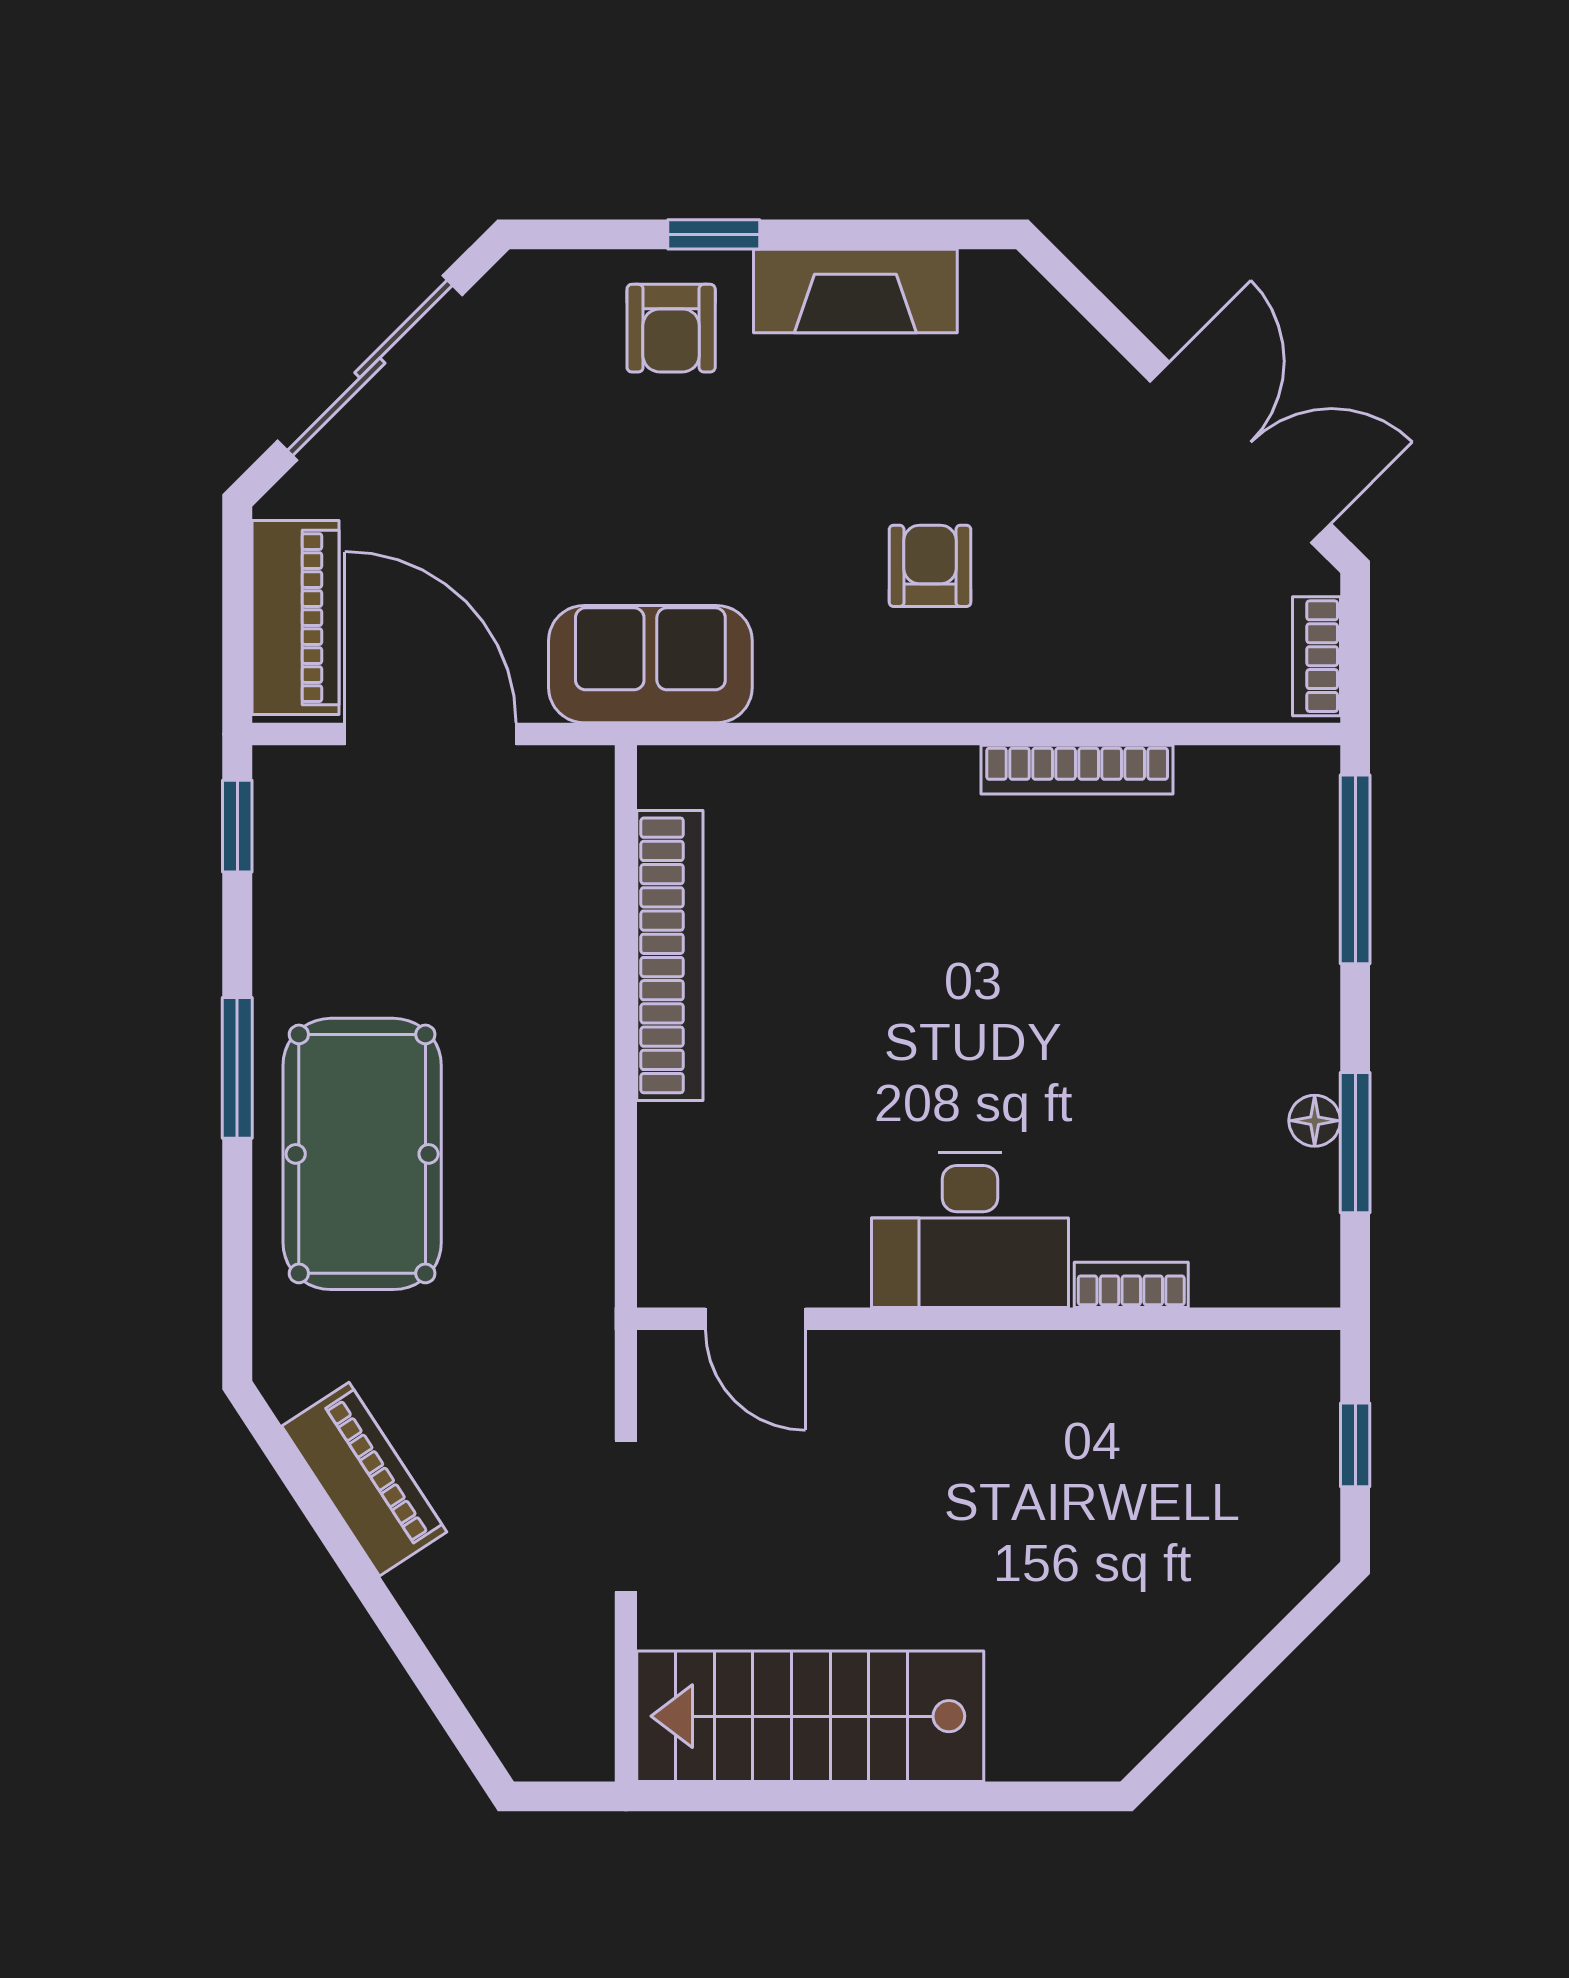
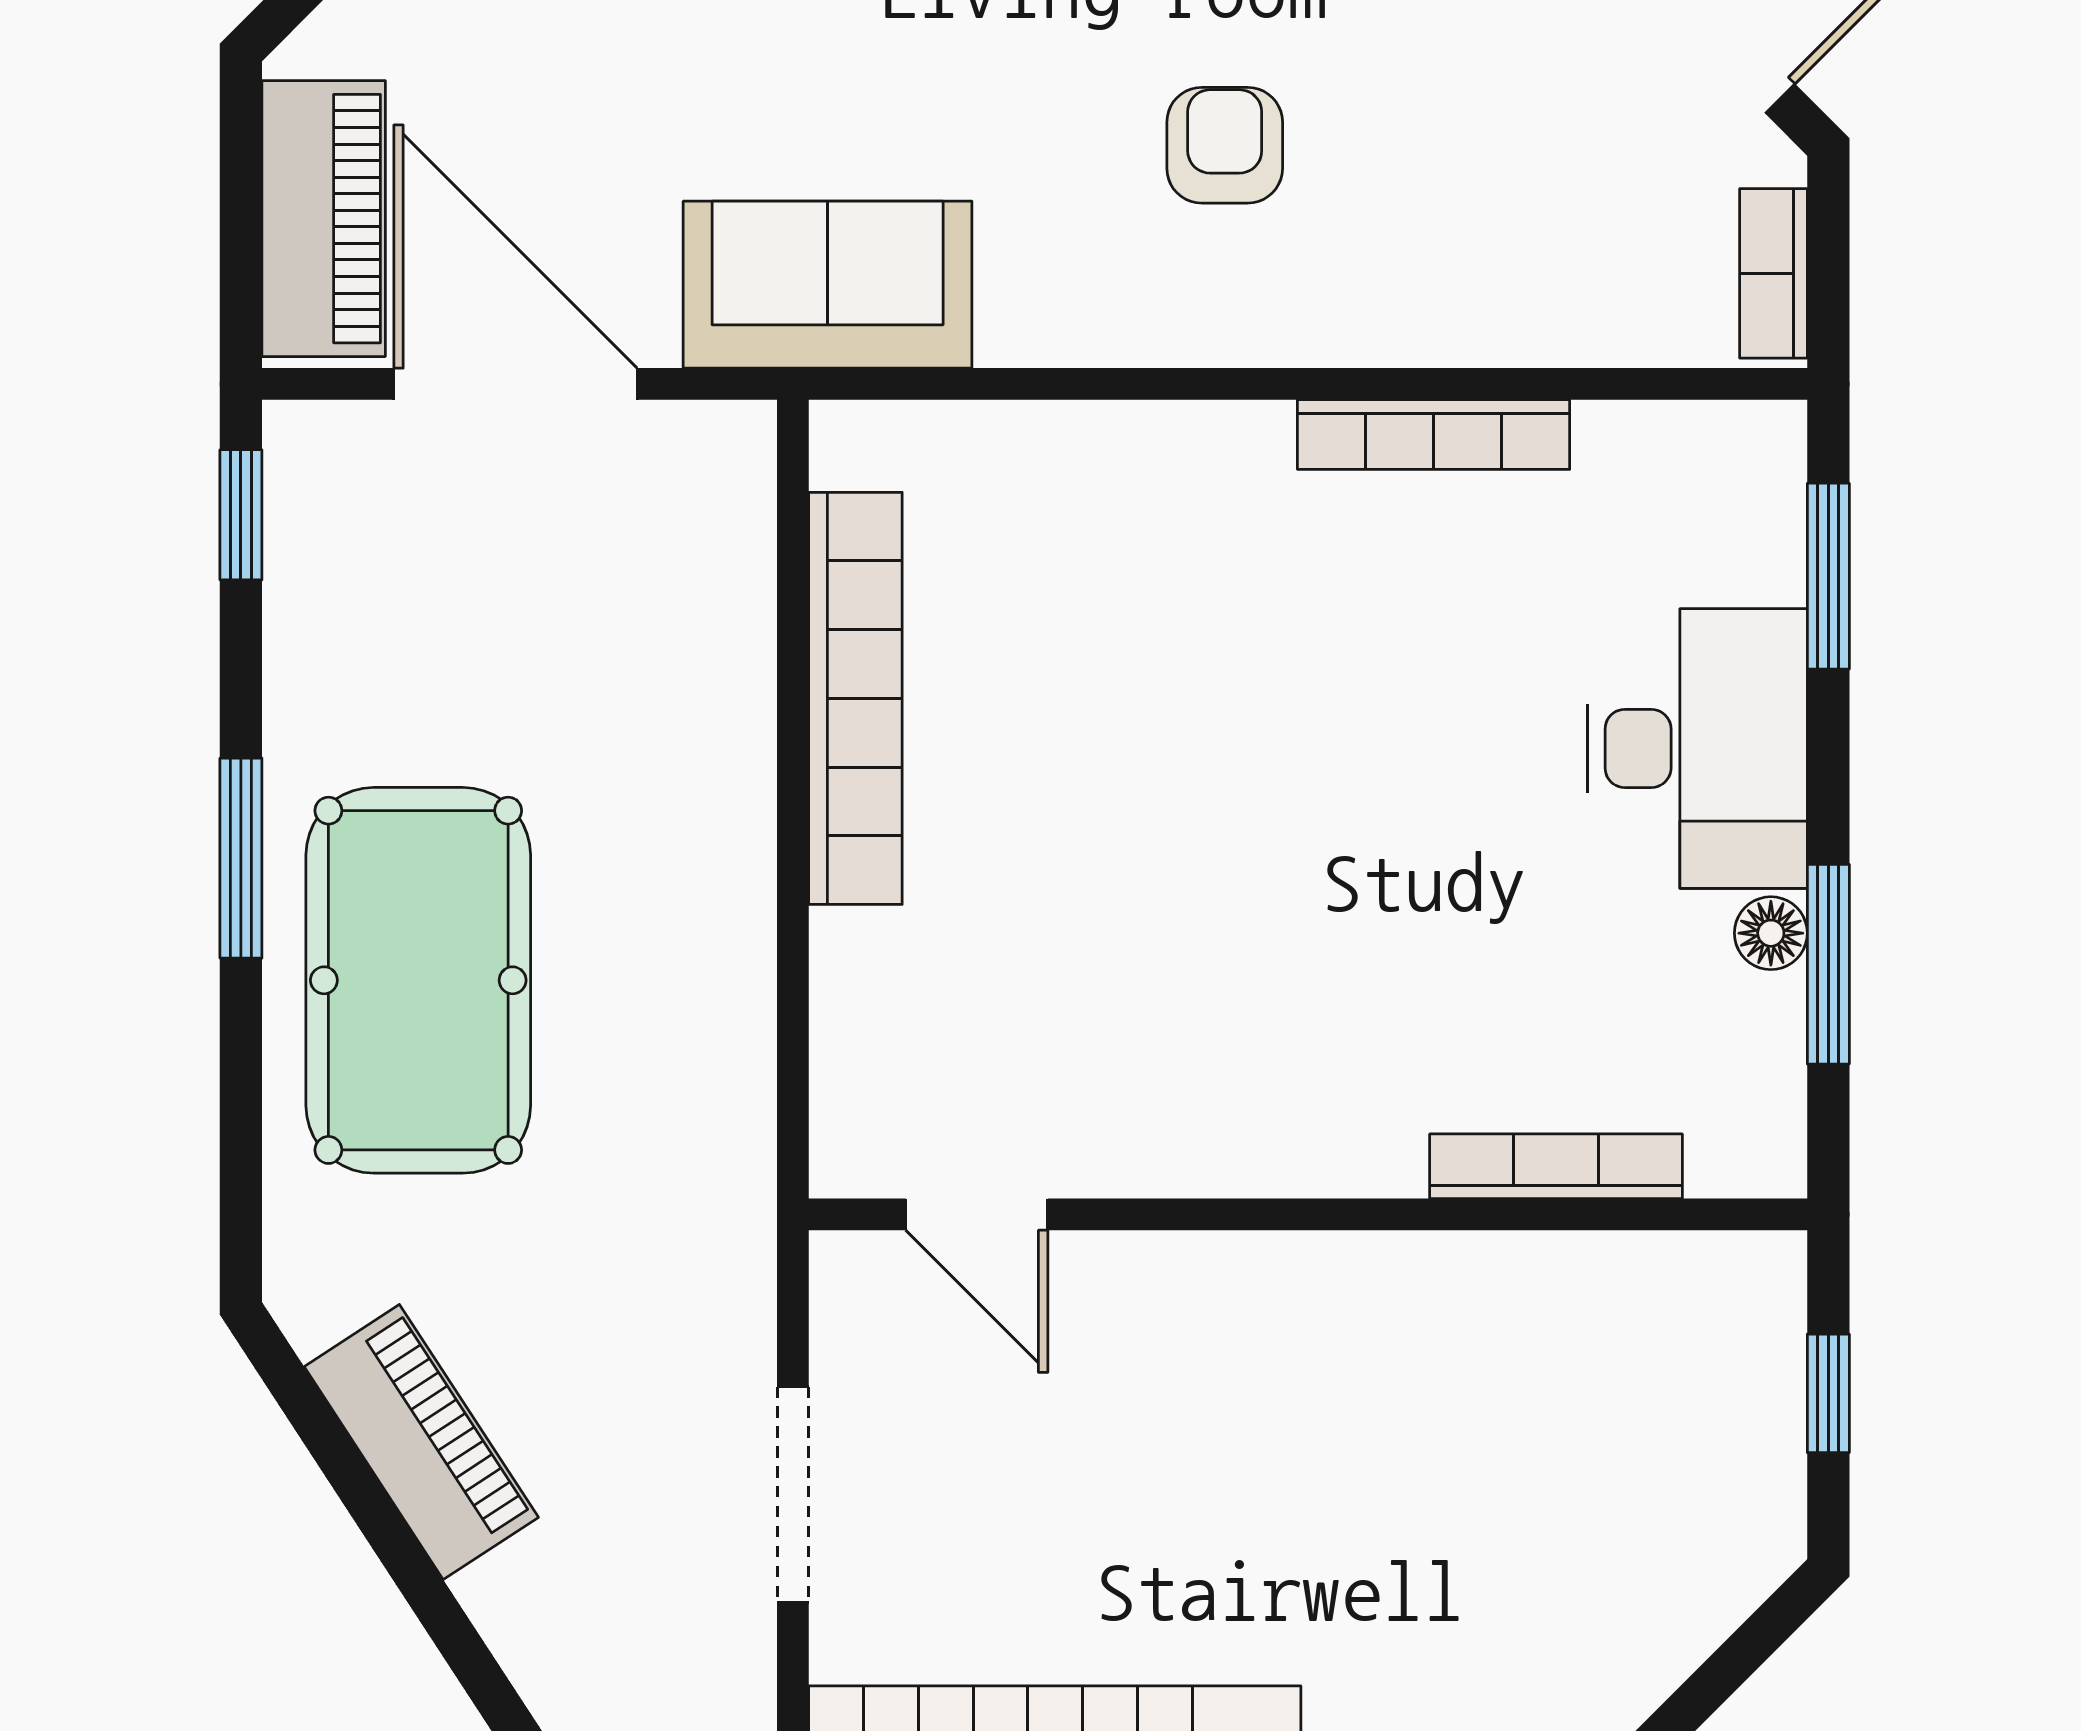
window: (1355, 869) -> (1828, 576), width x0.69
desk: (970, 1230) -> (1697, 748), moved, turned -90
bookcase: (1131, 1285) -> (1556, 1166), width x1.56

